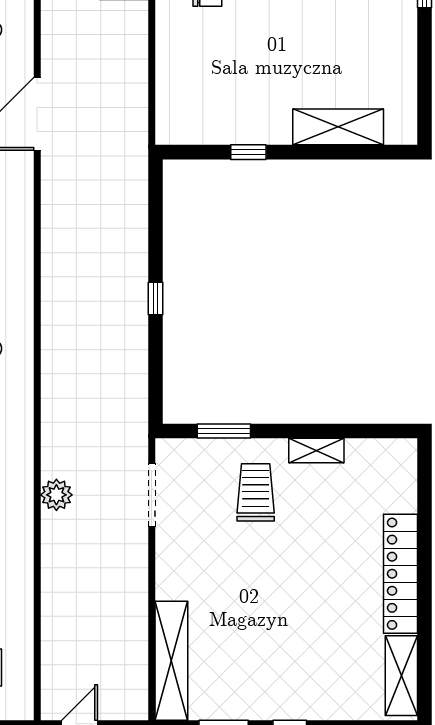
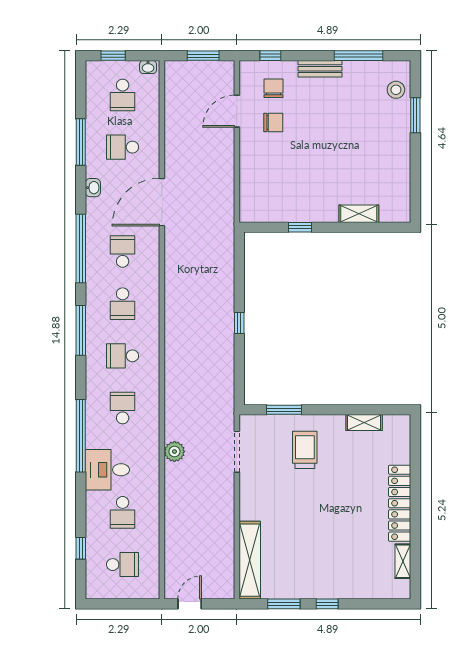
shelving: (338, 127) -> (359, 214), width x0.67, depth x0.75
shelving: (316, 451) -> (364, 423), moved
shelving: (401, 676) -> (403, 561), width x0.67, depth x0.75

